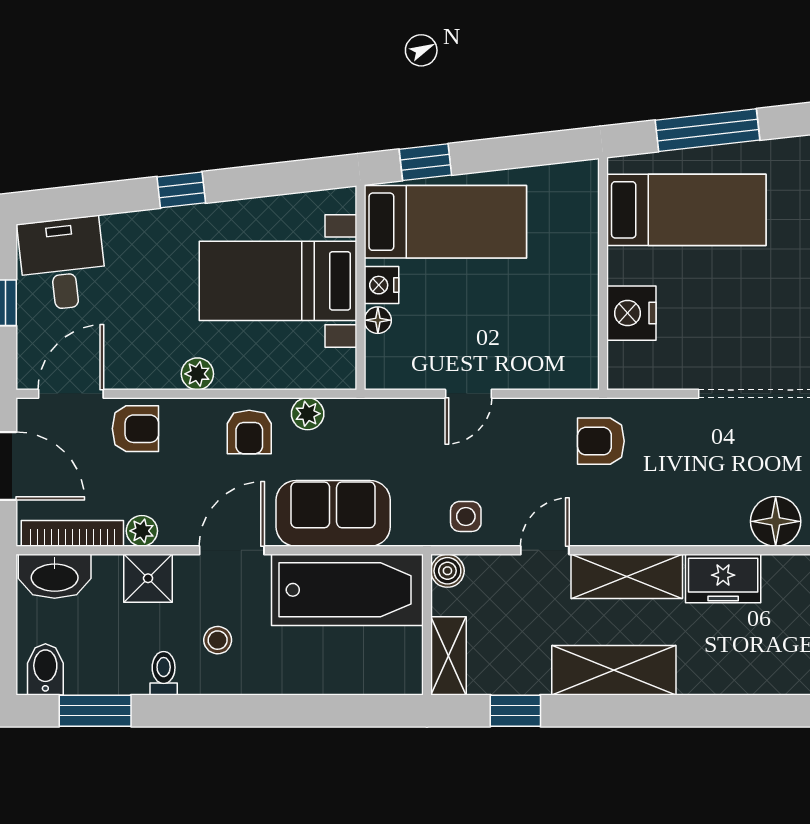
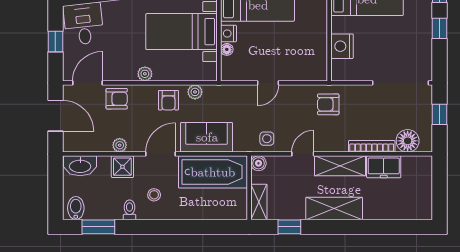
bookcase: (72, 533) -> (372, 146), moved

